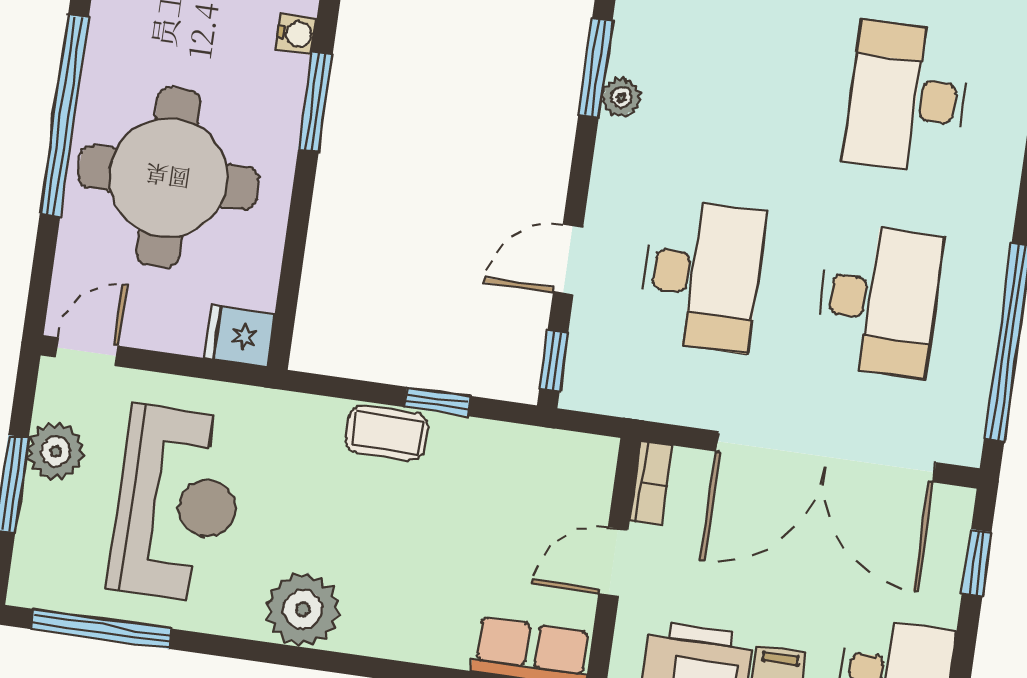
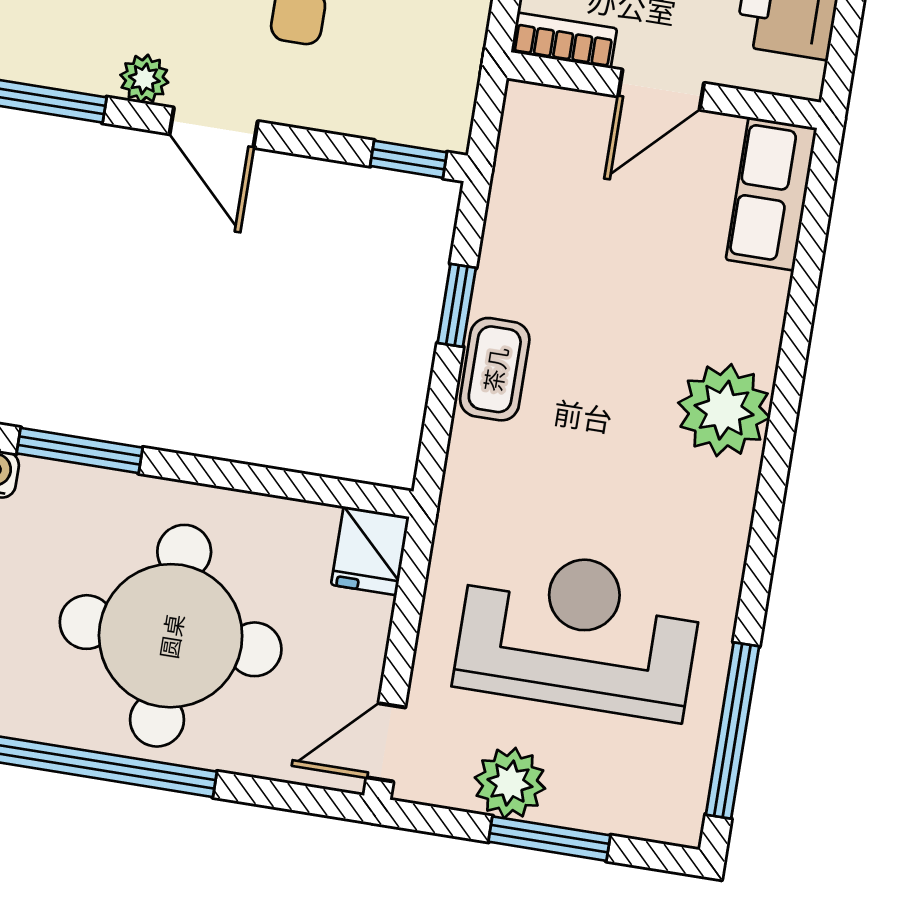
plant: (621, 97) -> (144, 79), moved
door: (568, 259) -> (214, 128), moved
door: (86, 352) -> (386, 742), hinge flipped
door: (613, 562) -> (661, 90), hinge flipped
plant: (303, 609) -> (724, 410), moved

